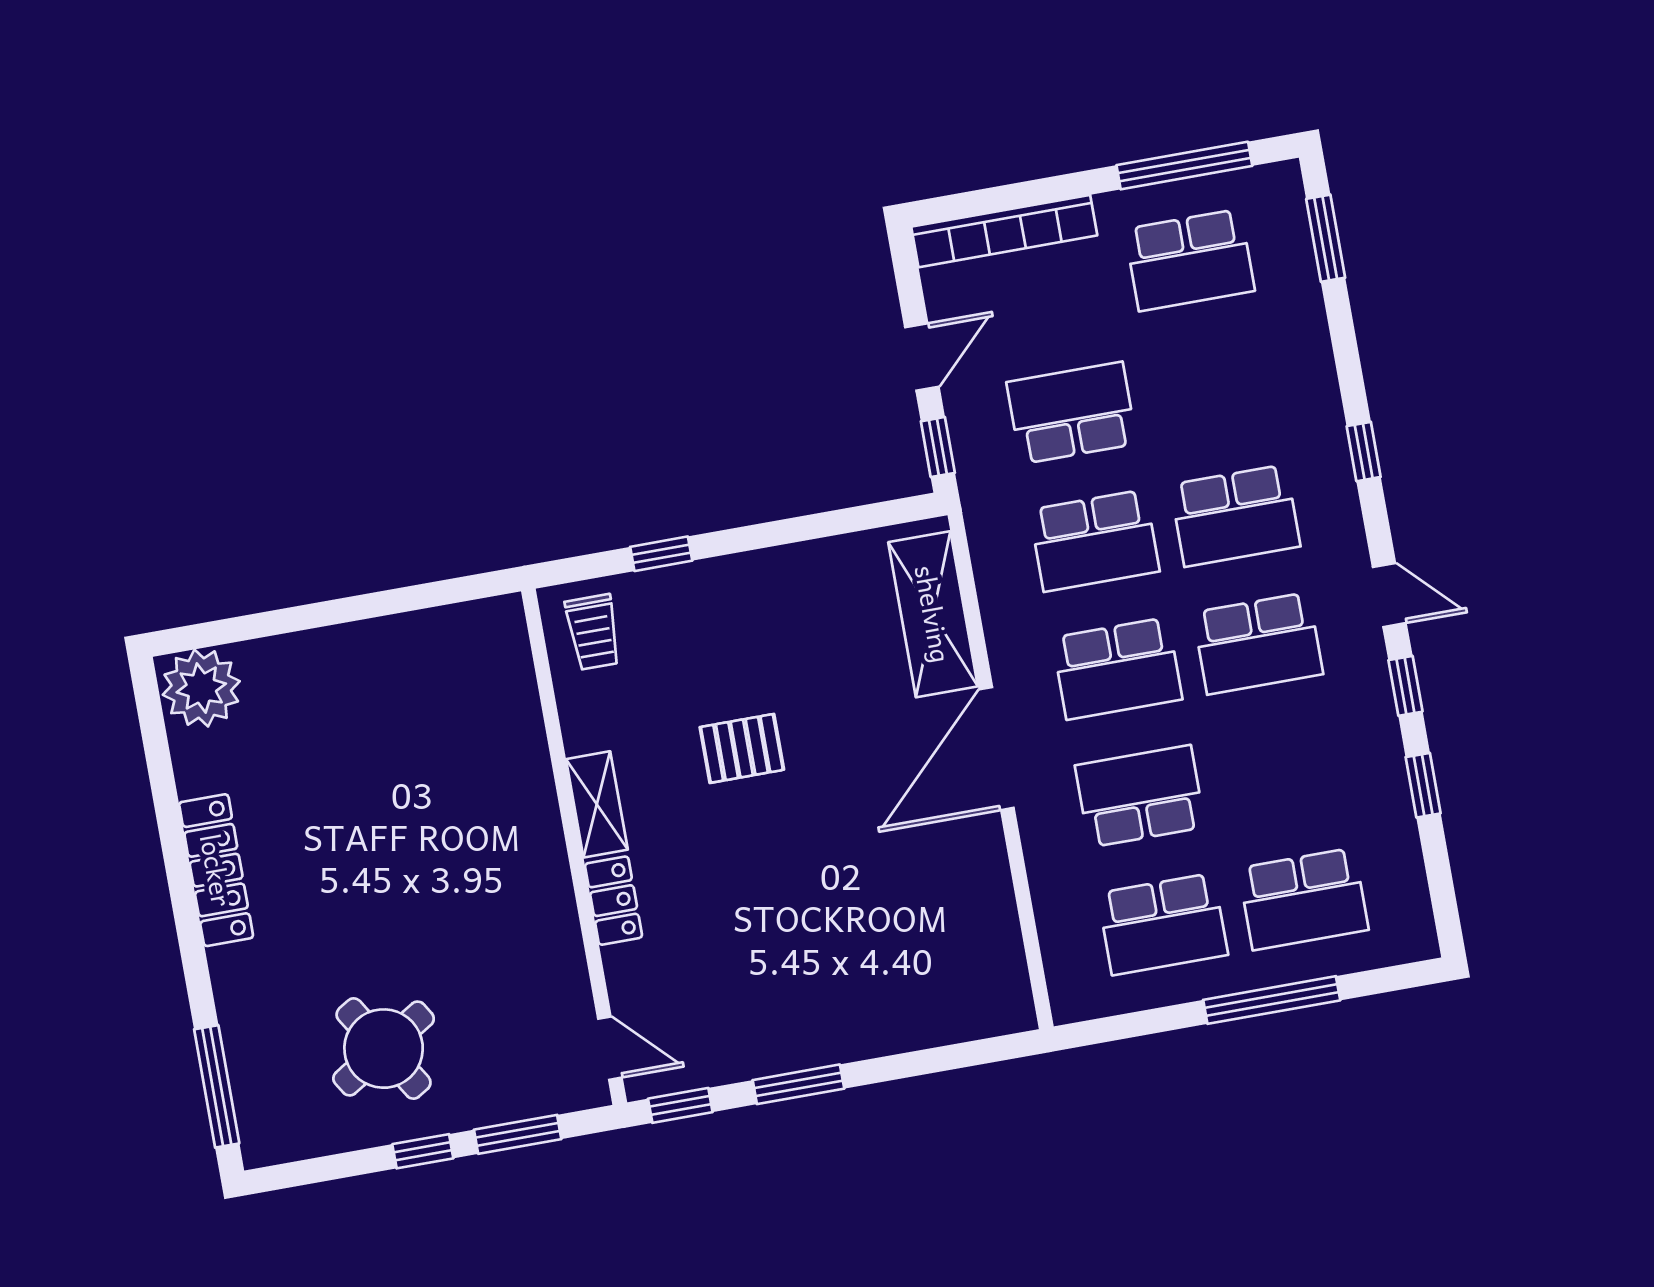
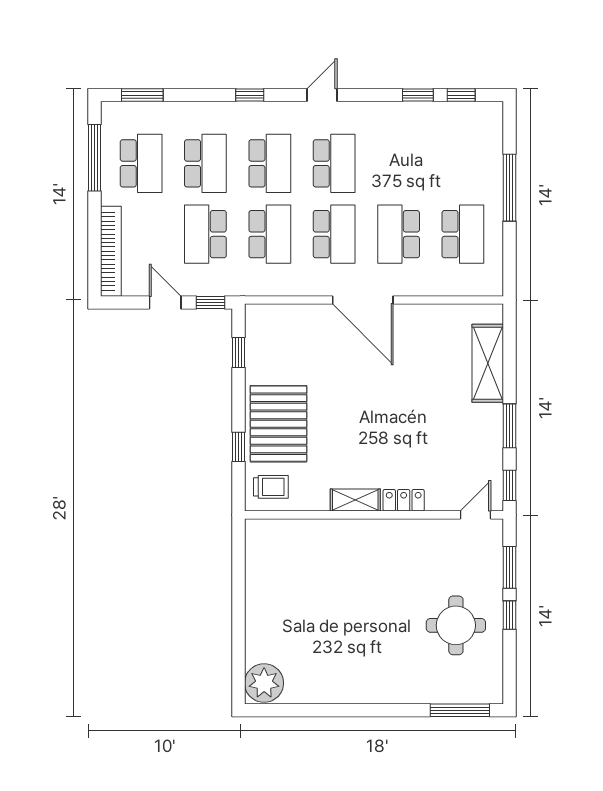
window: (849, 520) -> (239, 352), added
shelving: (933, 614) -> (488, 363), moved, turned 90
window: (1405, 686) -> (461, 95), moved
pallet: (742, 748) -> (279, 424), moved, width x2.05, depth x2.00
locker: (216, 870) -> (354, 692), removed
school desk: (1303, 899) -> (205, 163), moved
round table: (384, 1049) -> (456, 625), turned 32

